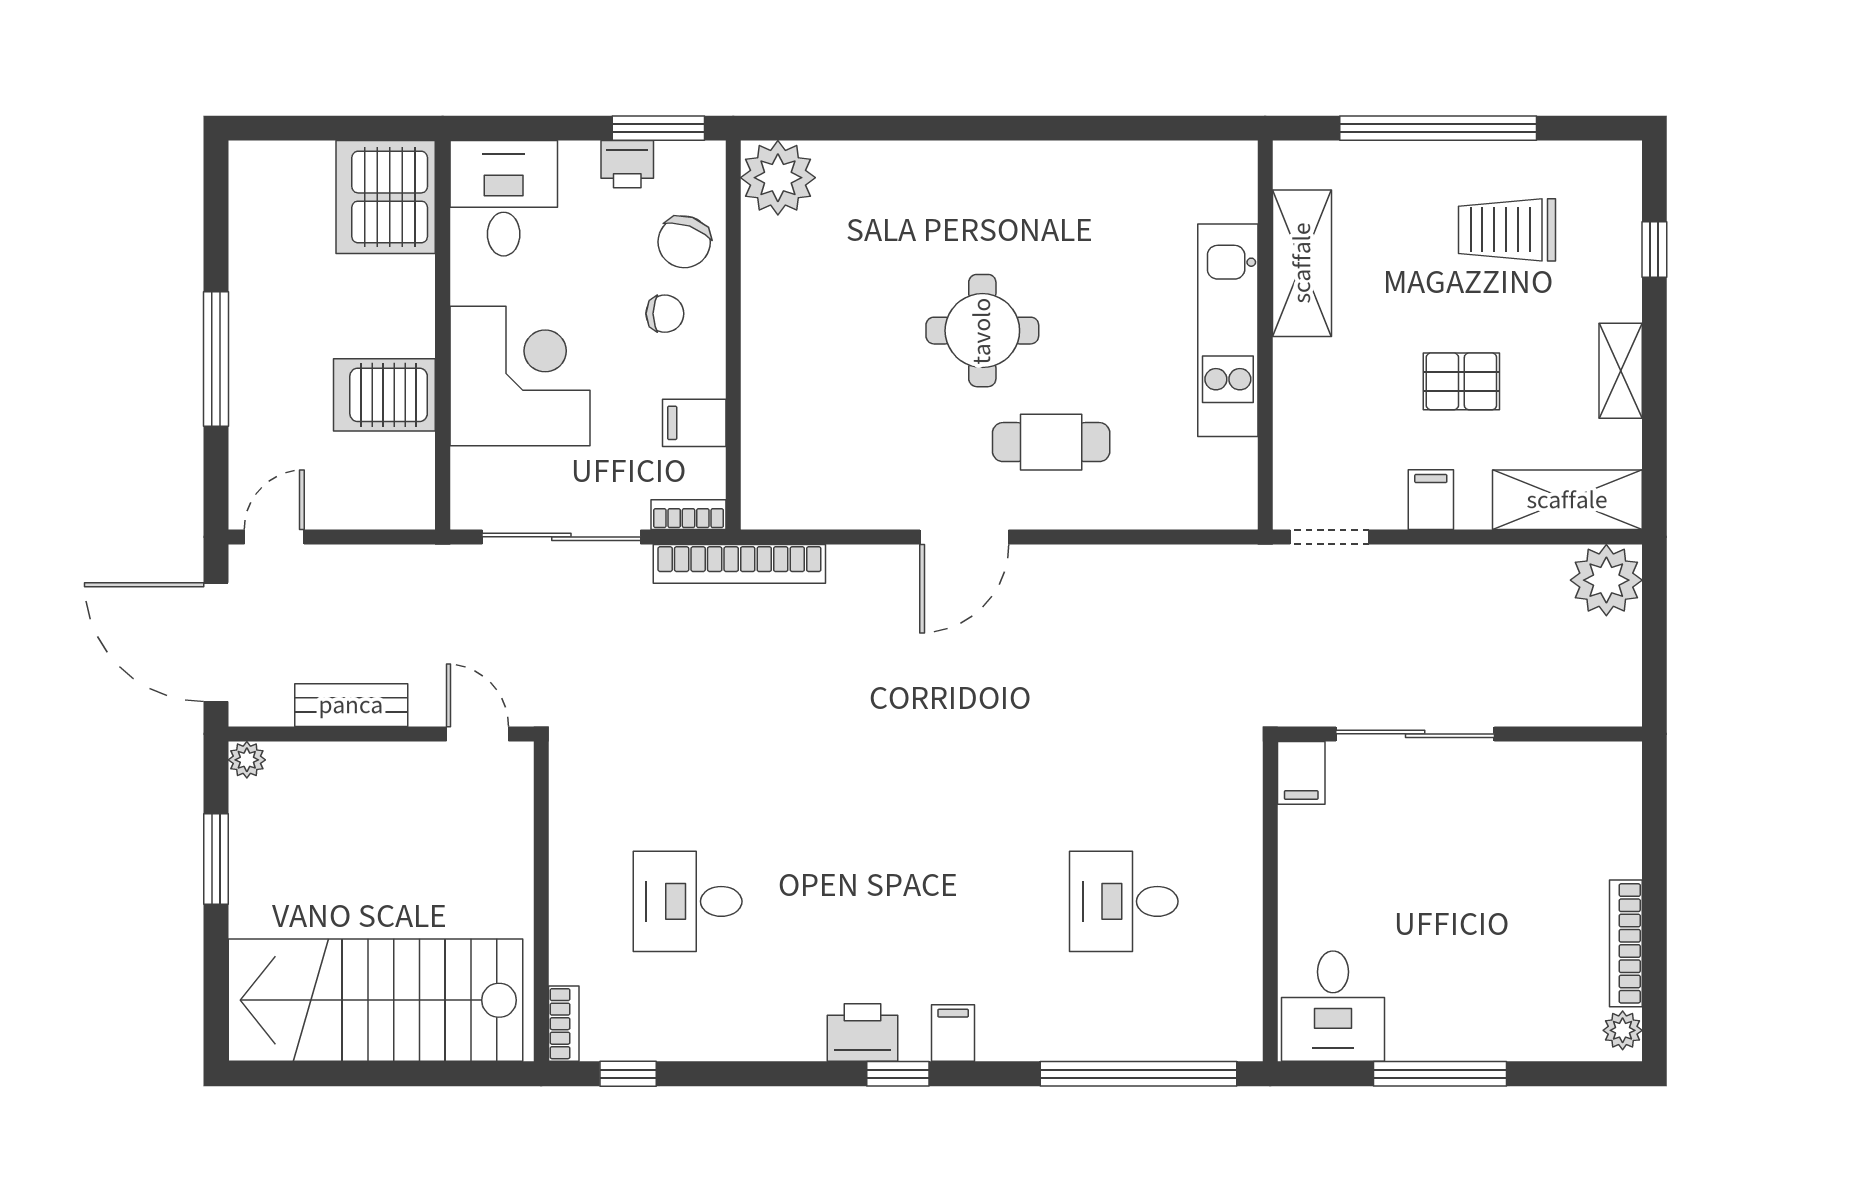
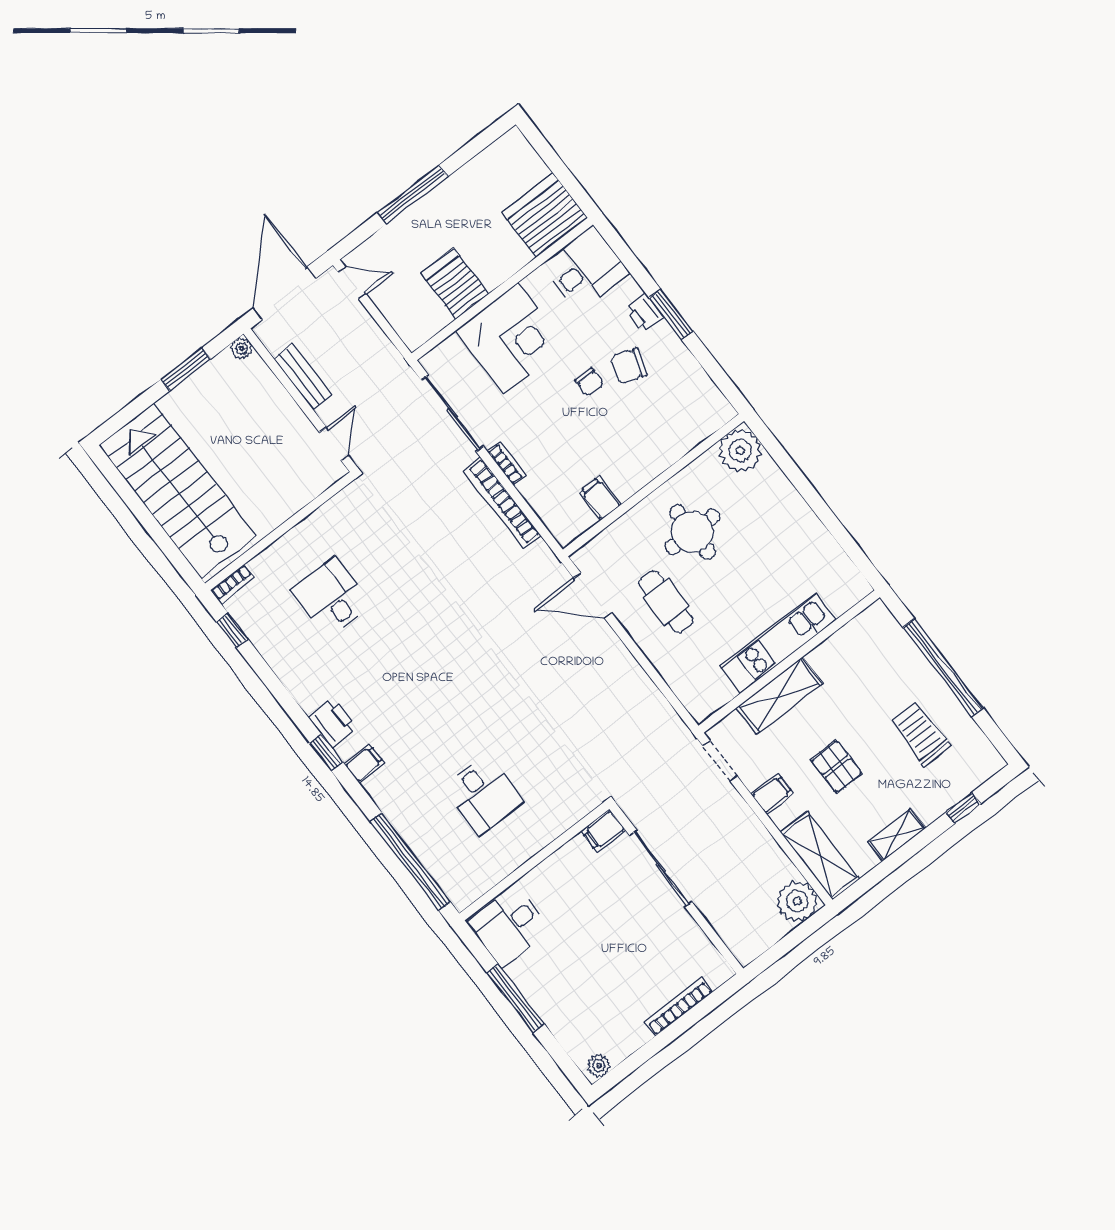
plant: (778, 178) -> (740, 451), moved
shelving: (1302, 263) -> (779, 696), moved
wall: (733, 335) -> (653, 485), moved
filing cabinet: (694, 423) -> (600, 498), moved
desk: (1124, 901) -> (483, 795), turned 180
bookcase: (1626, 943) -> (678, 1007), moved

